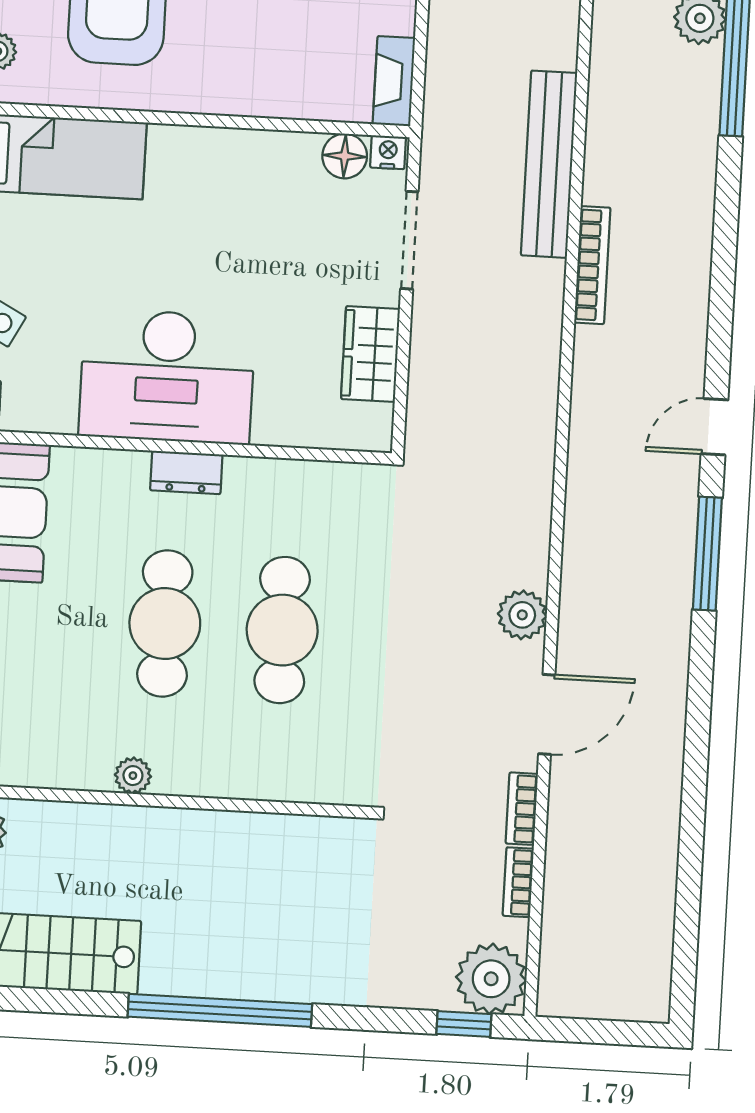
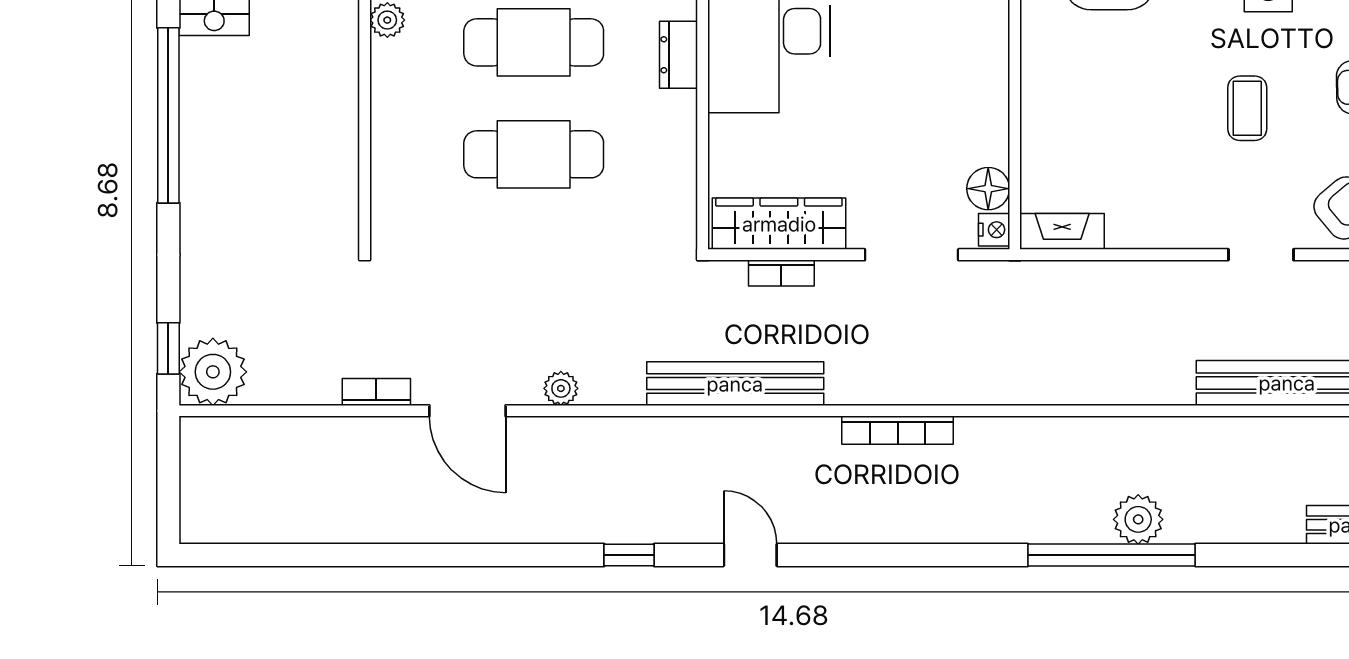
bench: (549, 164) -> (735, 384), moved
wardrobe: (370, 354) -> (779, 224), width x1.50
window: (707, 554) -> (629, 555), width x0.46
plant: (522, 615) -> (561, 388), width x0.73, depth x0.73
bookcase: (518, 882) -> (781, 273), moved, turned 180

